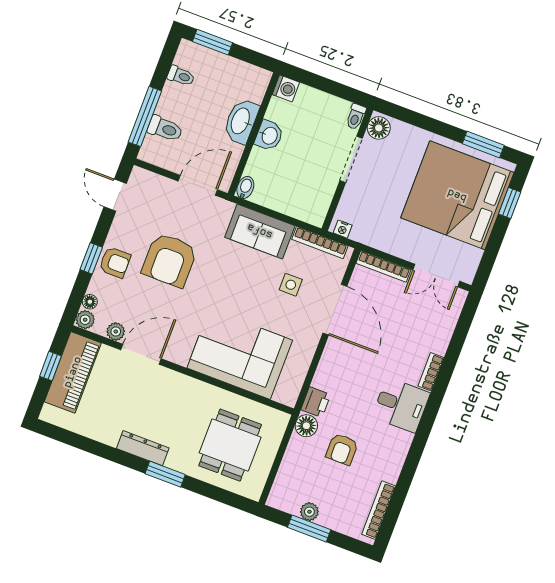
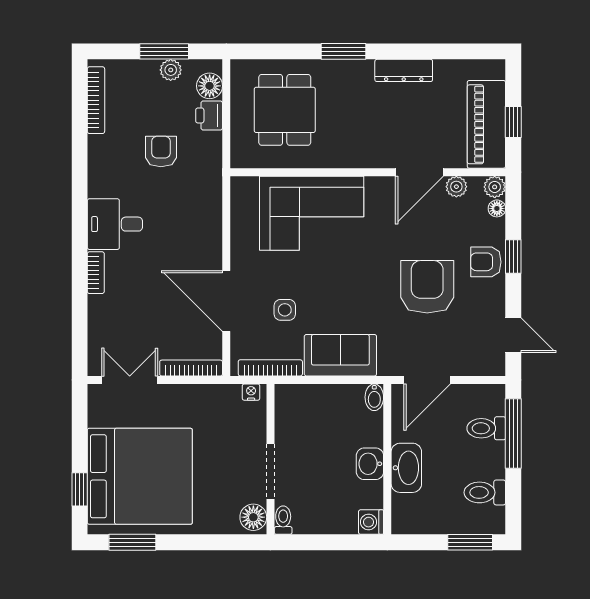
toilet: (181, 76) -> (485, 492), width x1.37, depth x1.39
printer: (316, 402) -> (209, 115), moved
floor lamp: (306, 426) -> (210, 86), moved
dresser: (143, 448) -> (404, 70), moved

